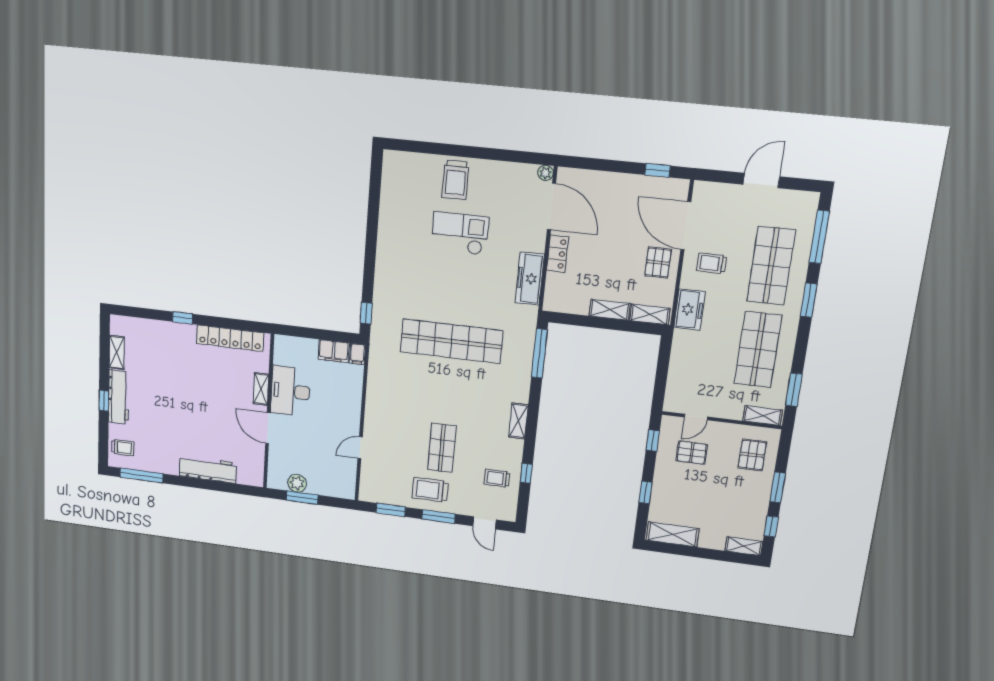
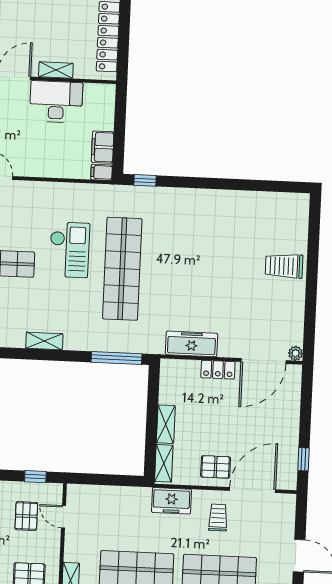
checkout: (460, 233) -> (69, 250), moved

